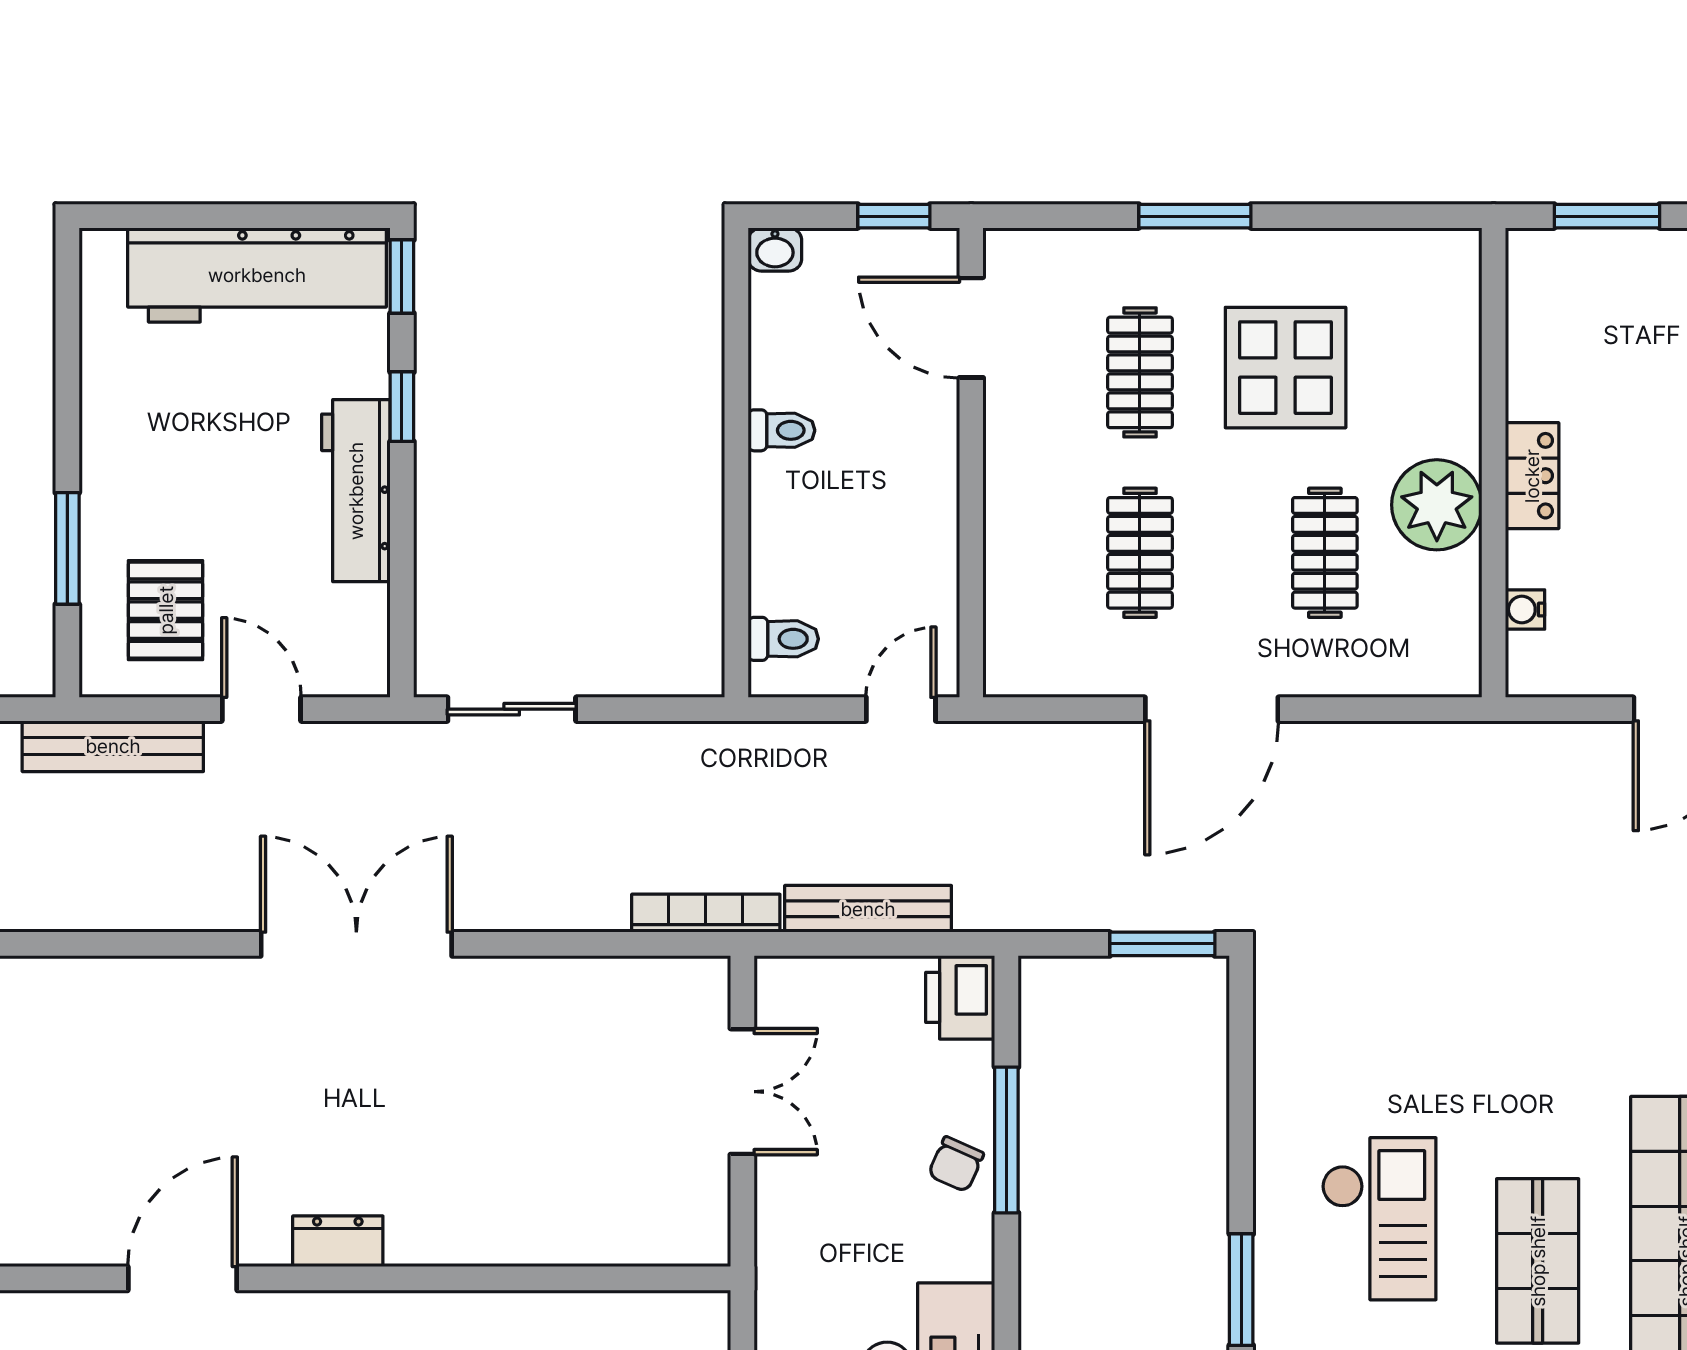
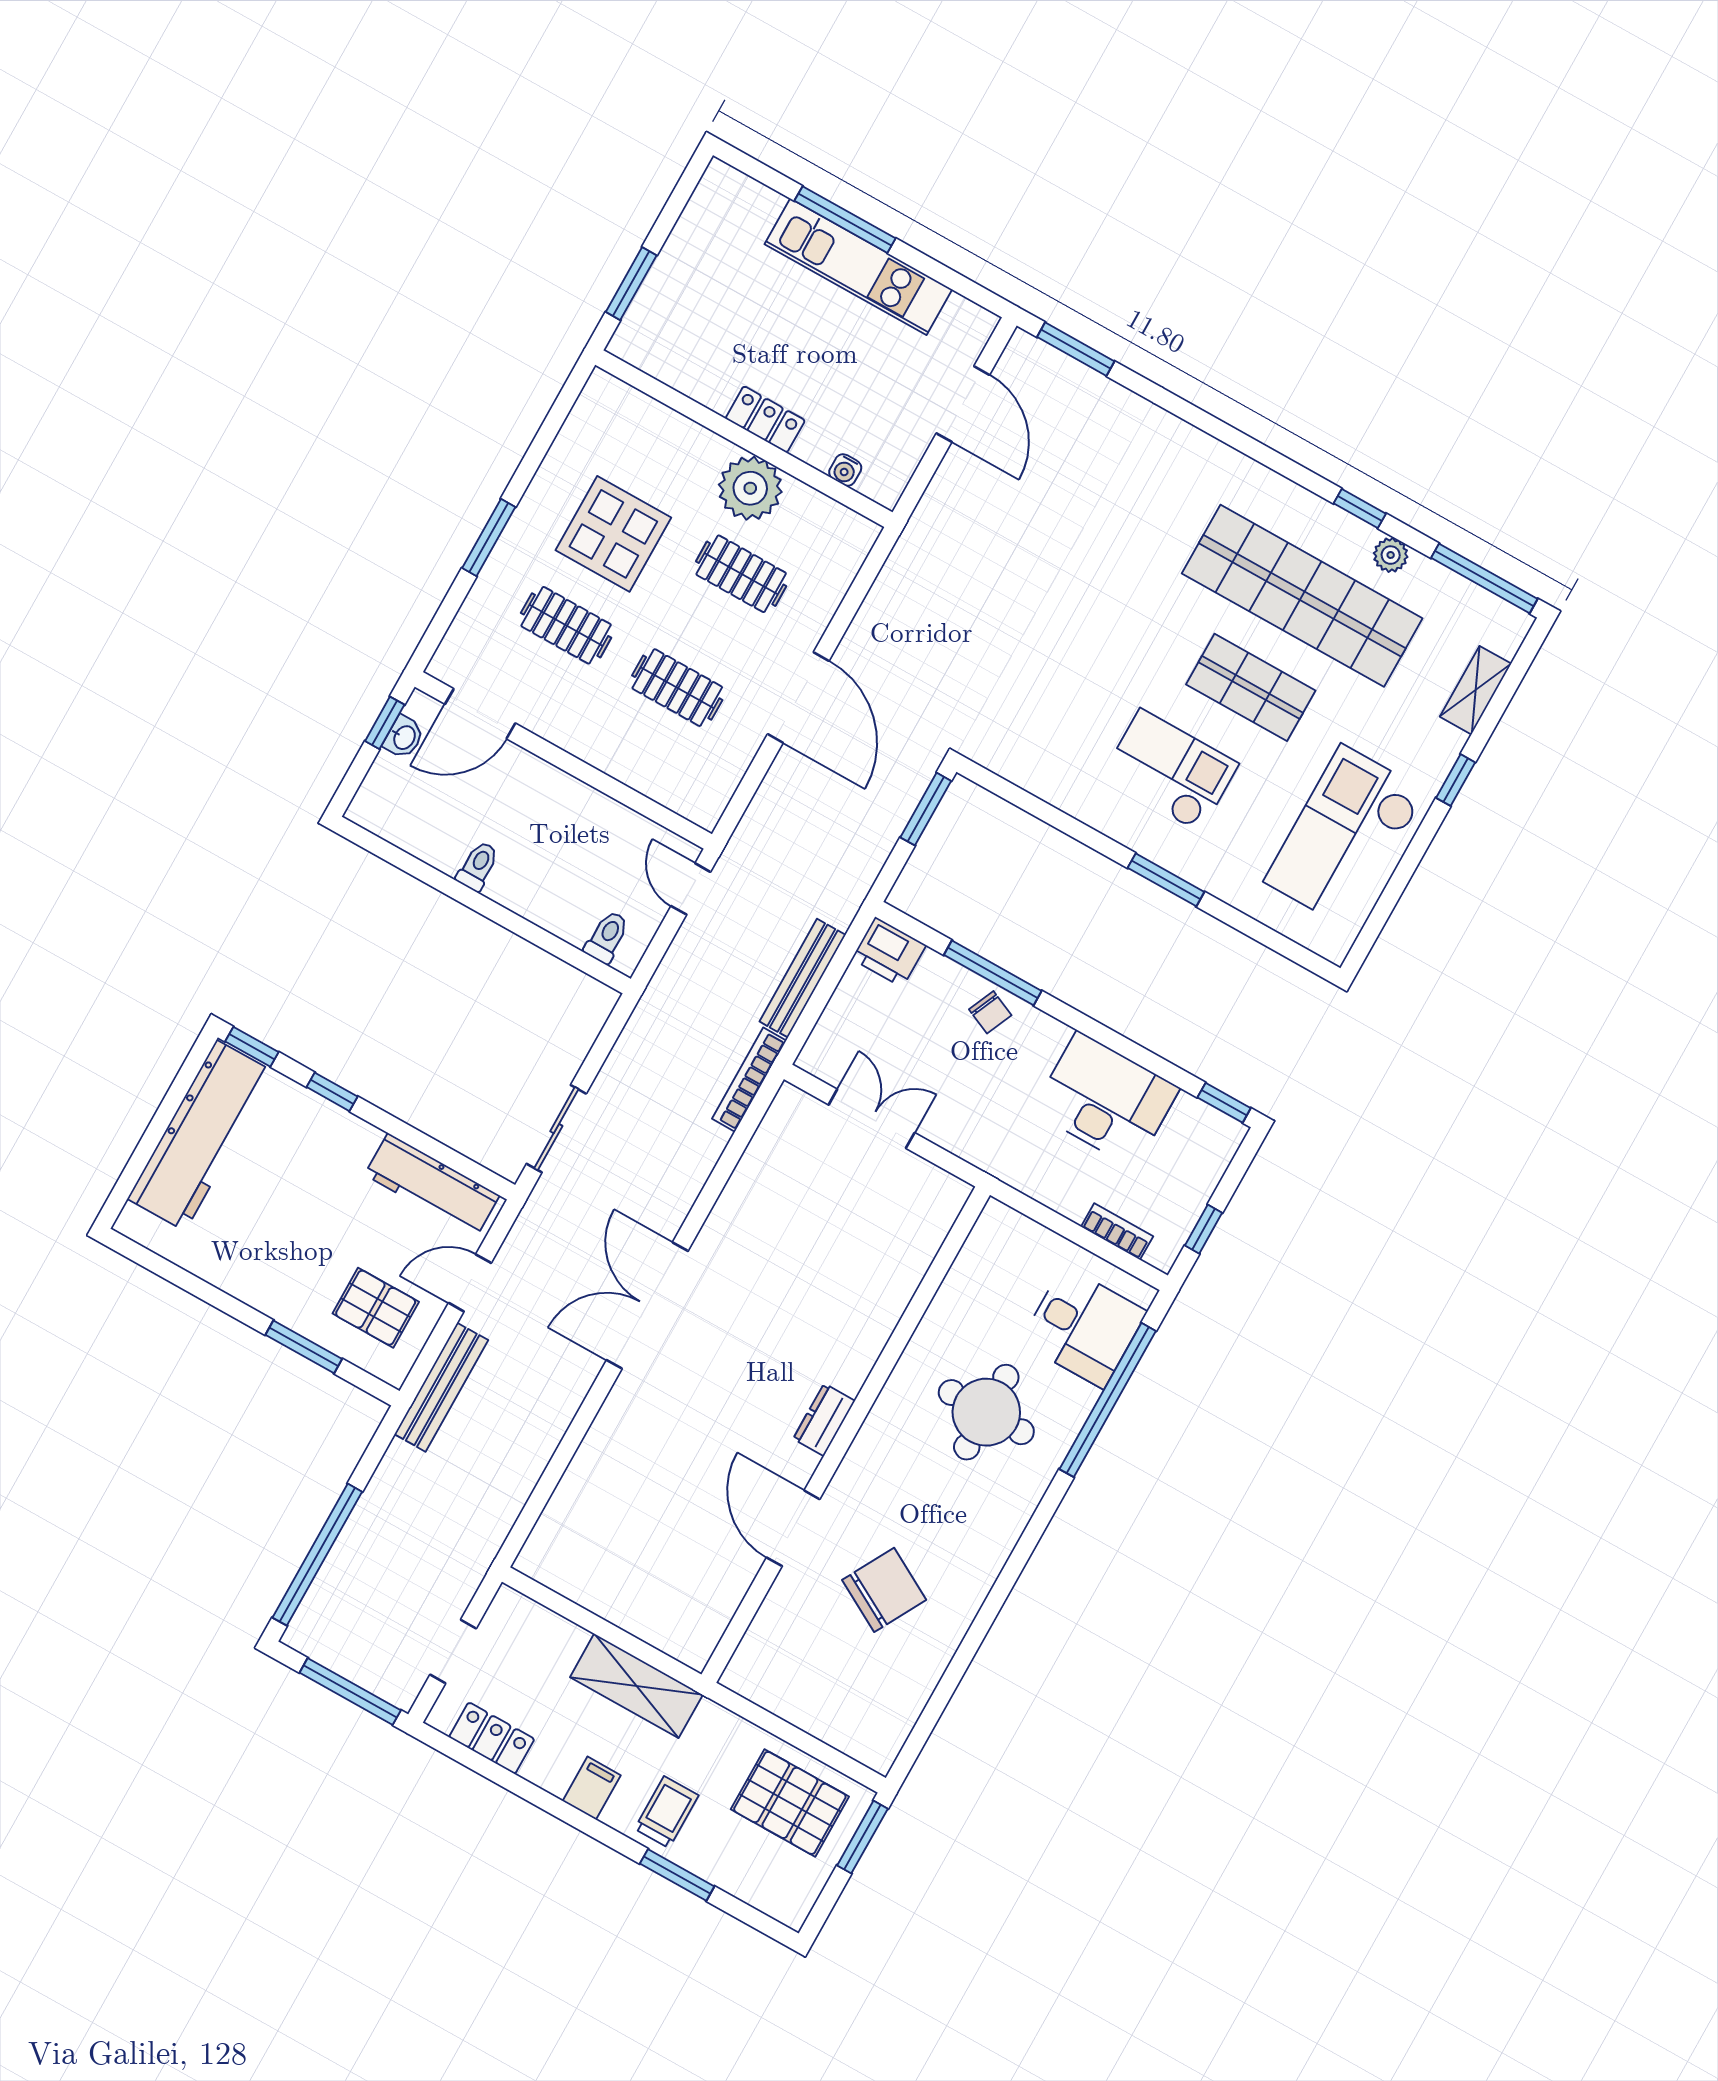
washbasin: (775, 249) -> (404, 737), moved
workbench: (356, 491) -> (432, 1185), moved

